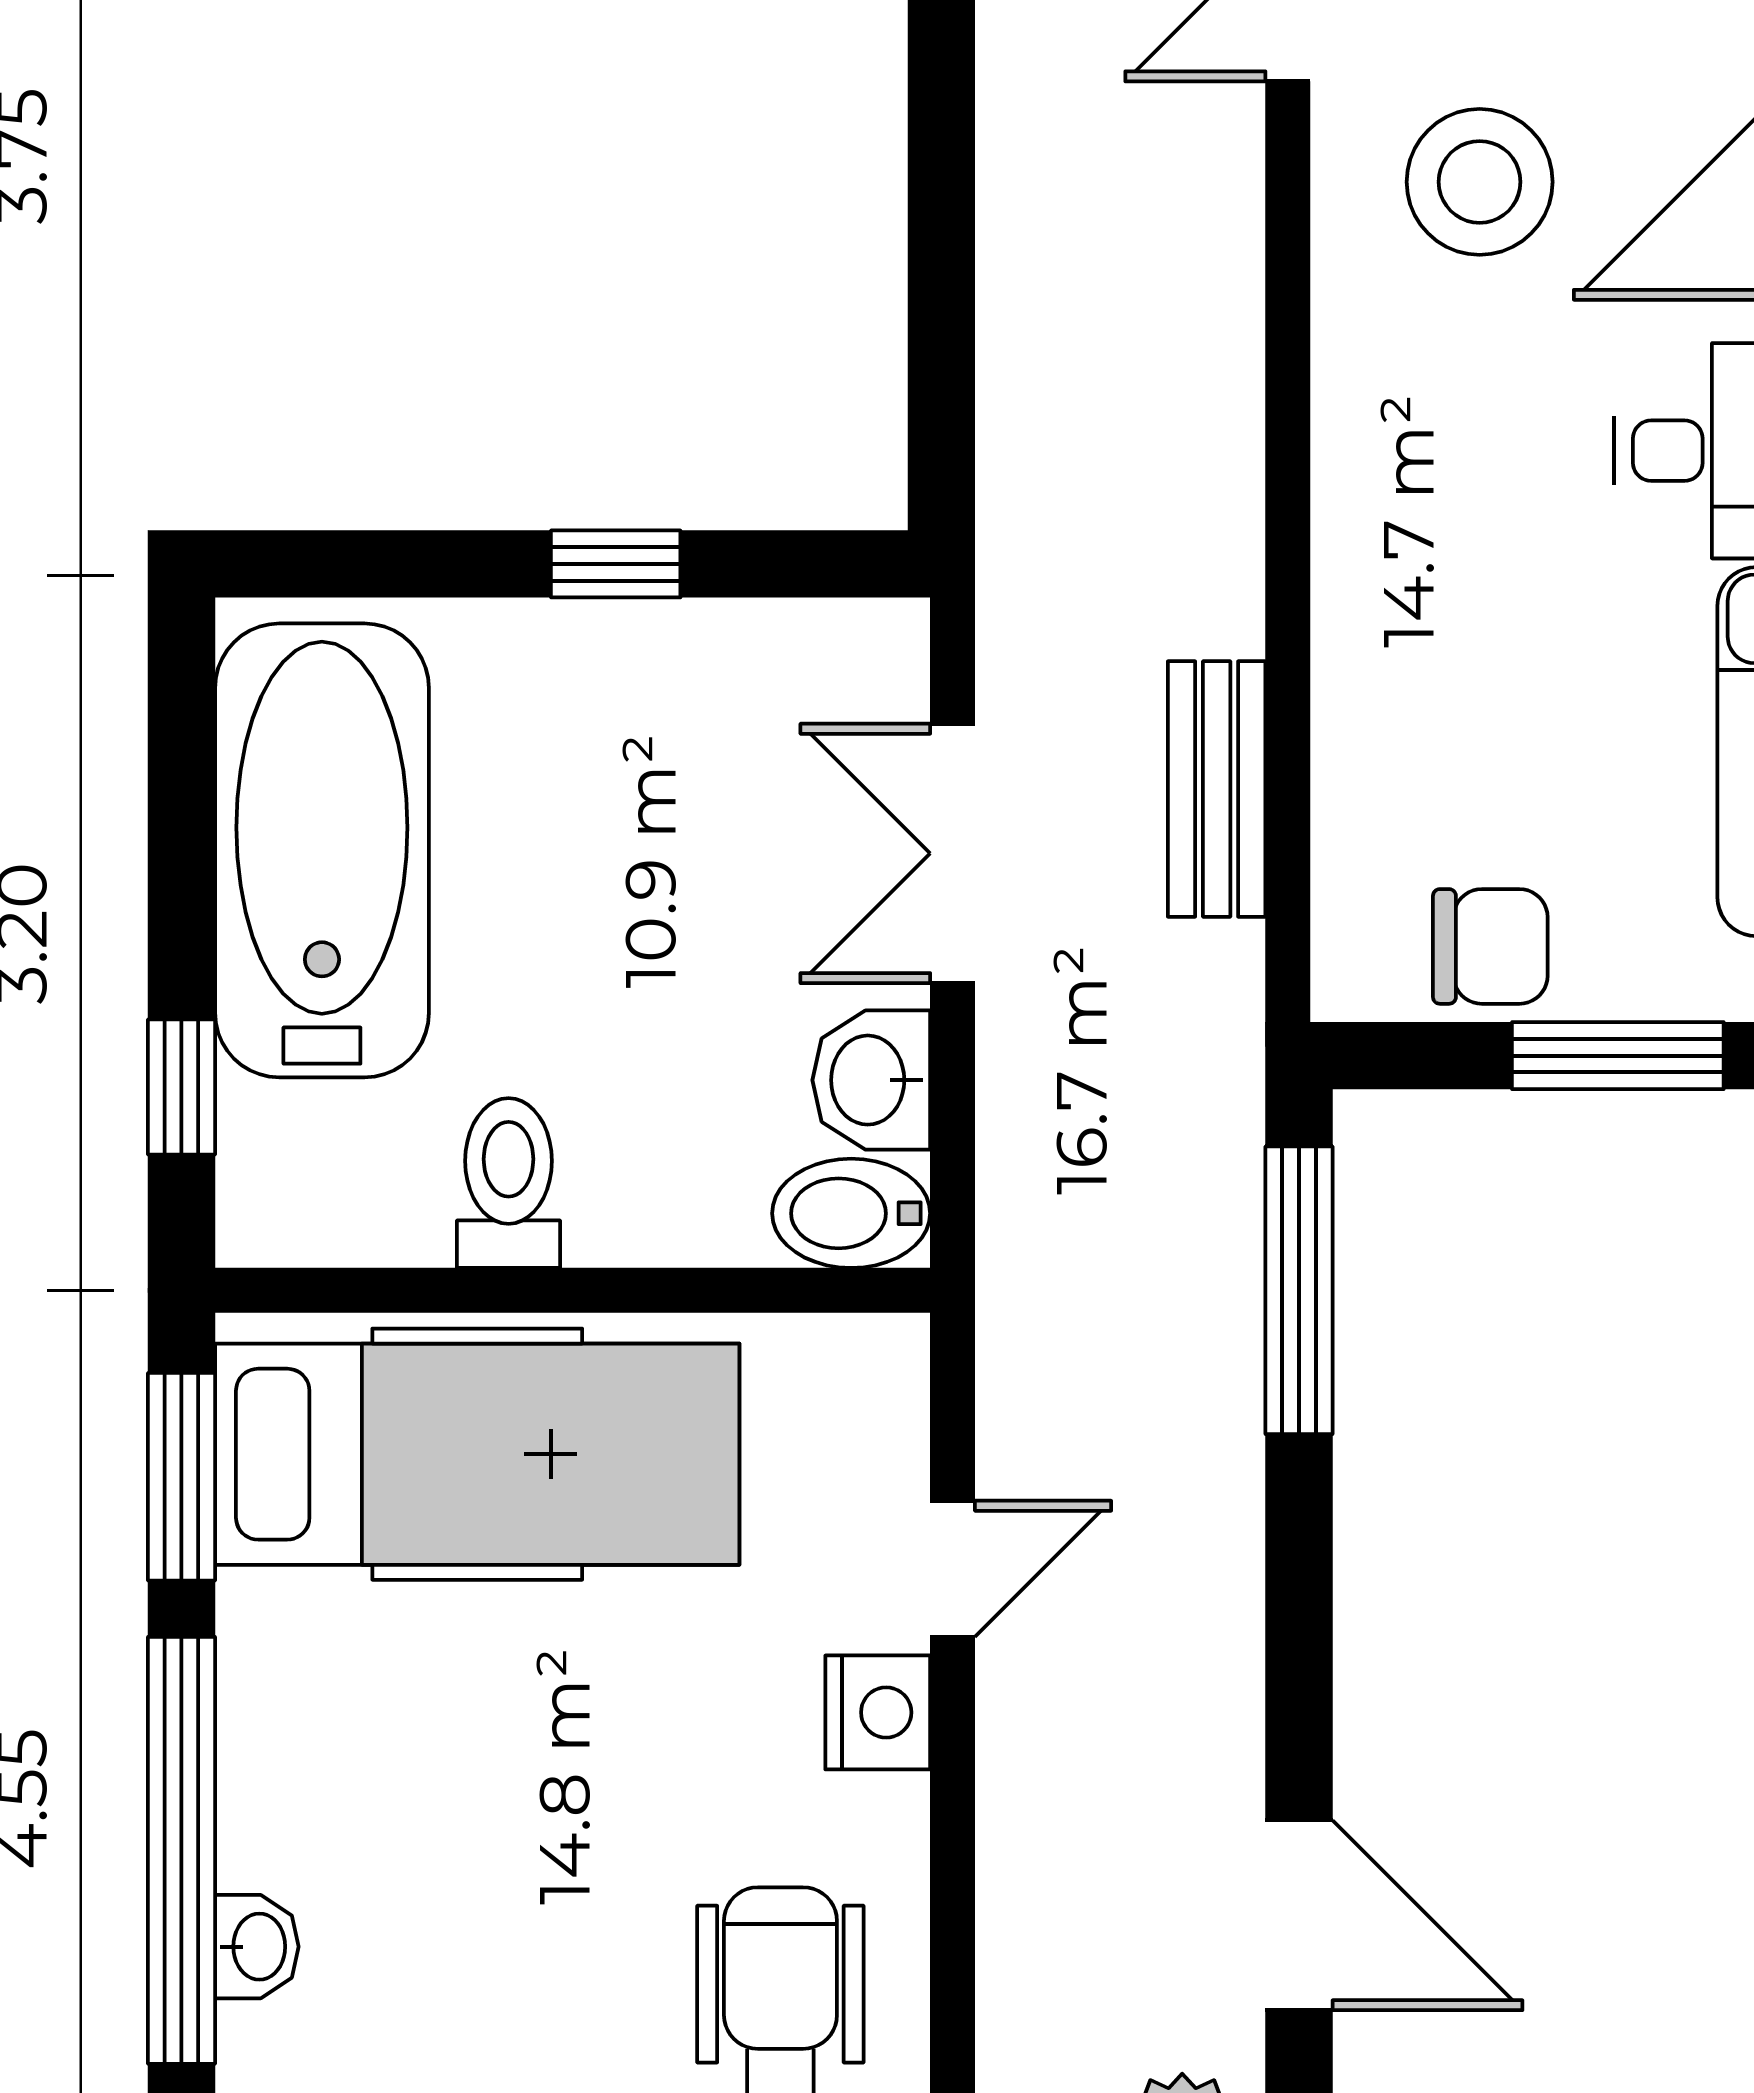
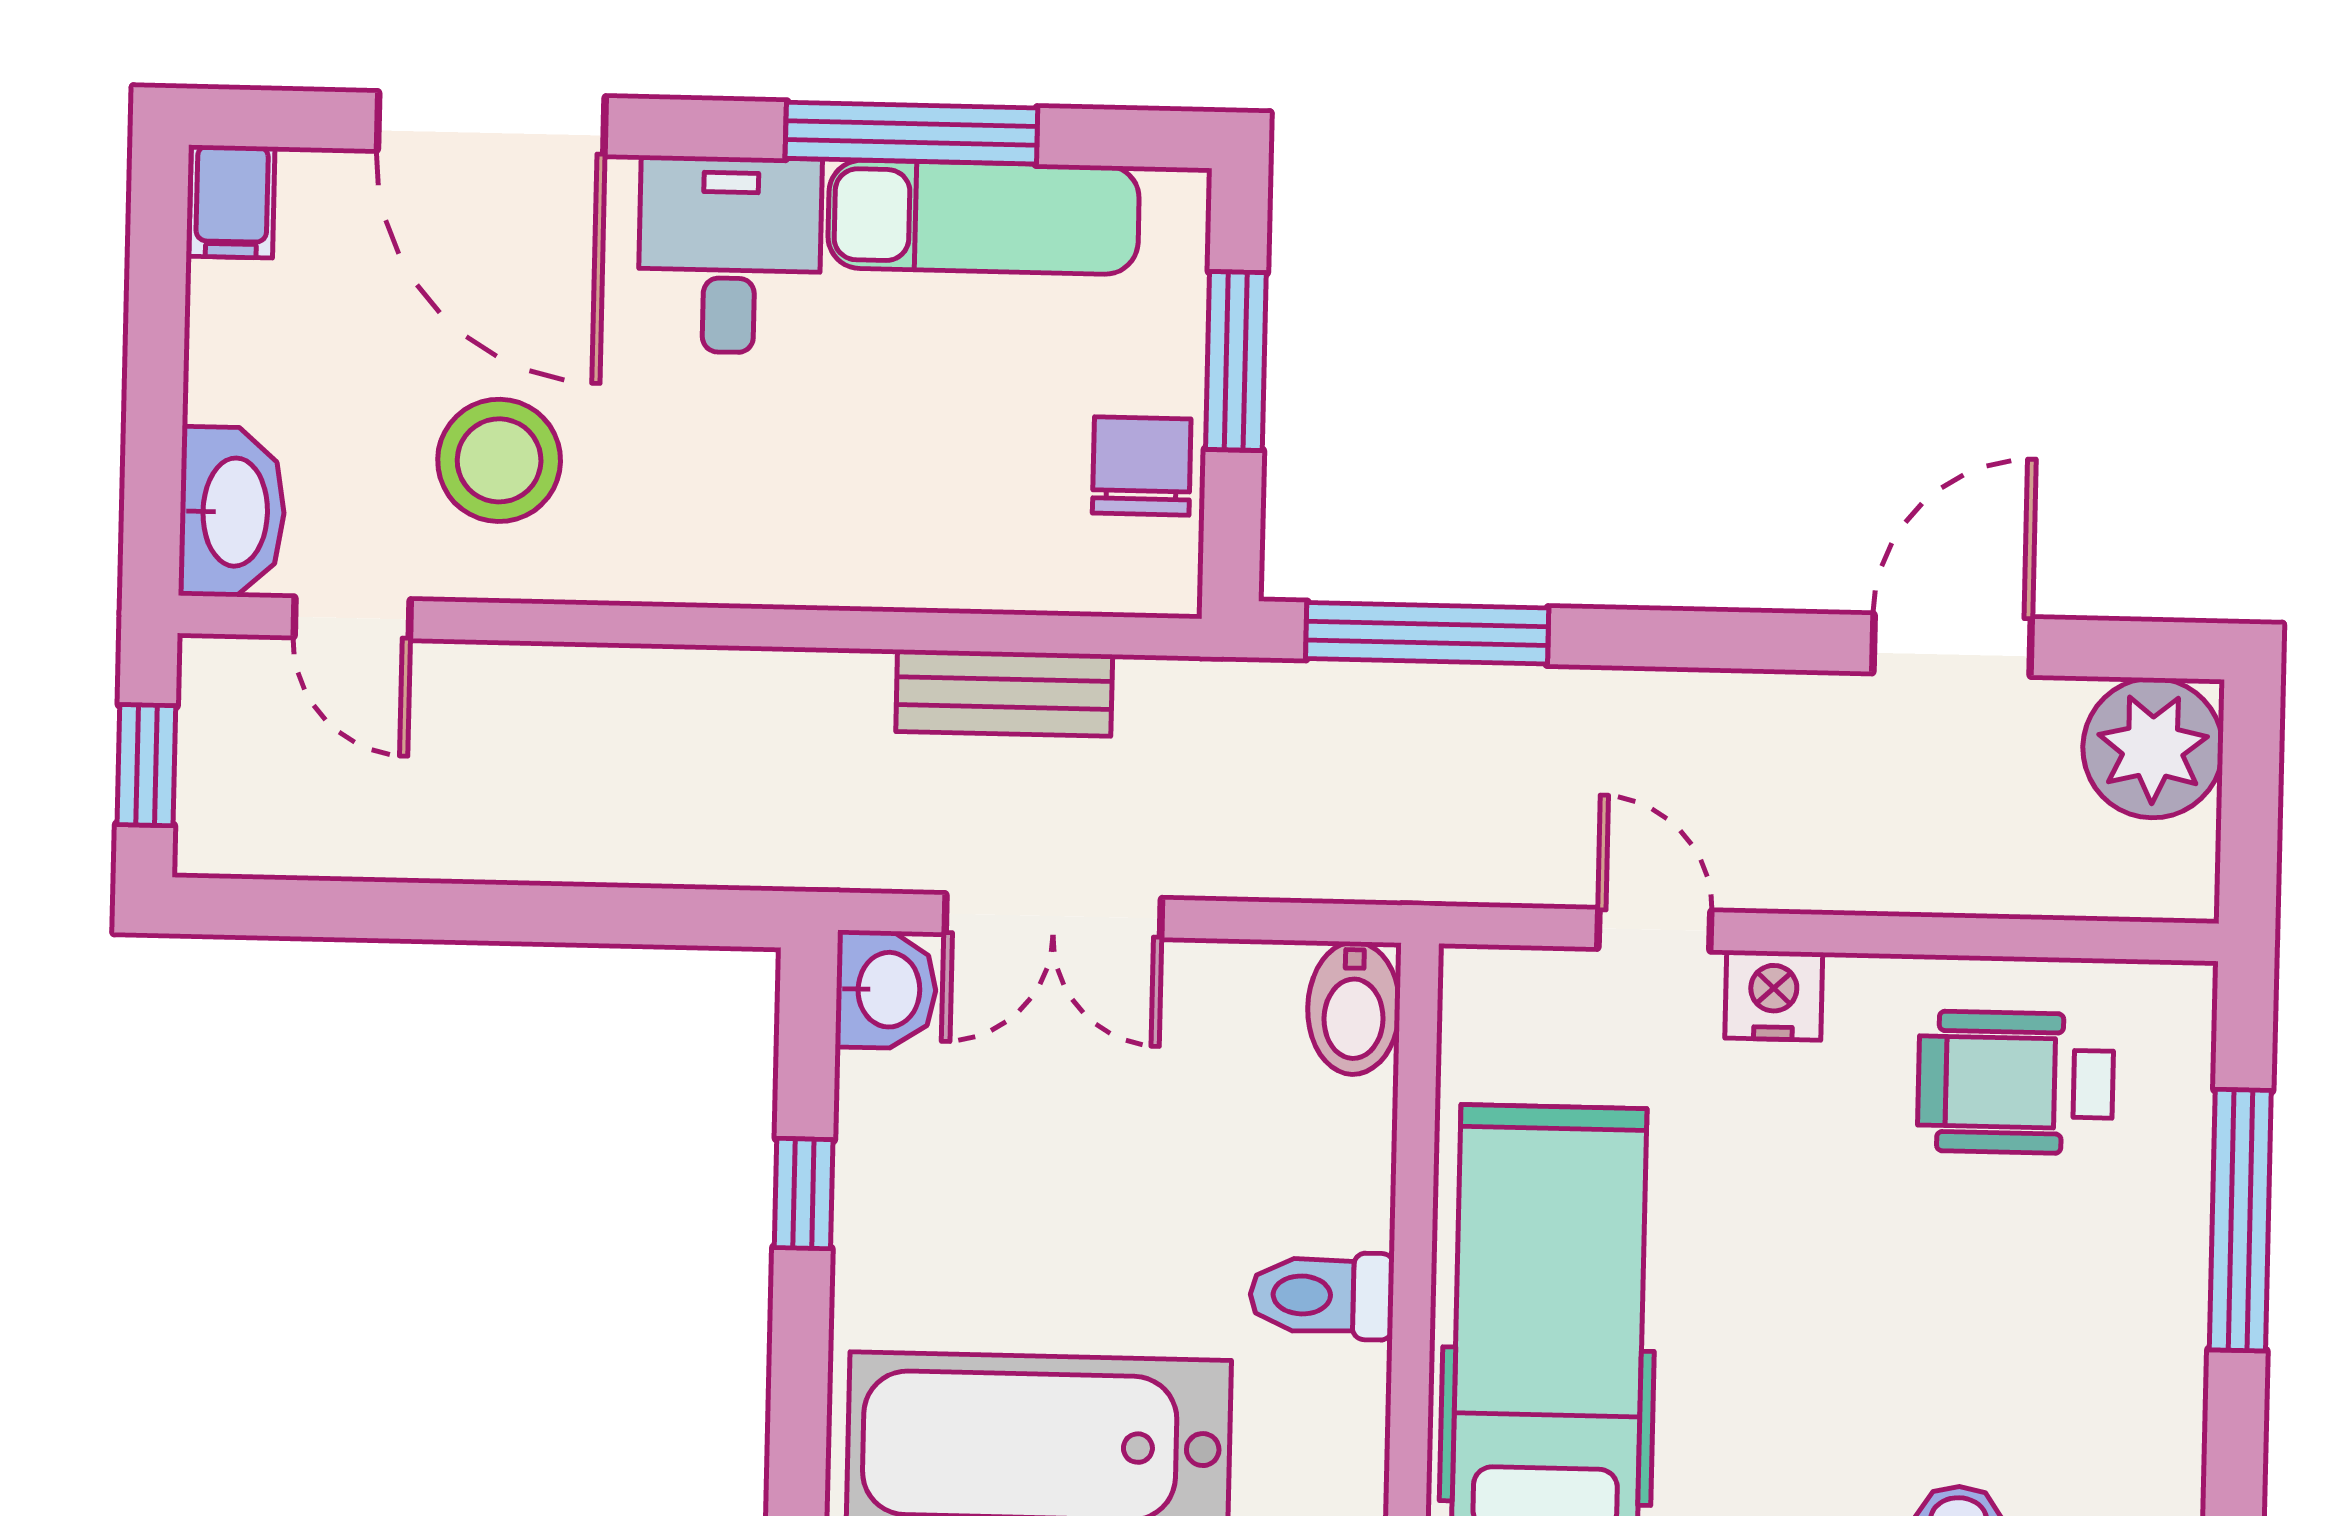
washbasin: (871, 1080) -> (886, 990), moved, turned -90

